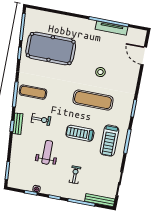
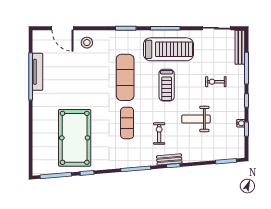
door: (144, 56) -> (62, 28), hinge flipped
stool: (100, 72) -> (87, 43), moved
exercise mat: (33, 92) -> (127, 123), moved
treadmill: (109, 141) -> (169, 49), width x1.37, depth x1.37

